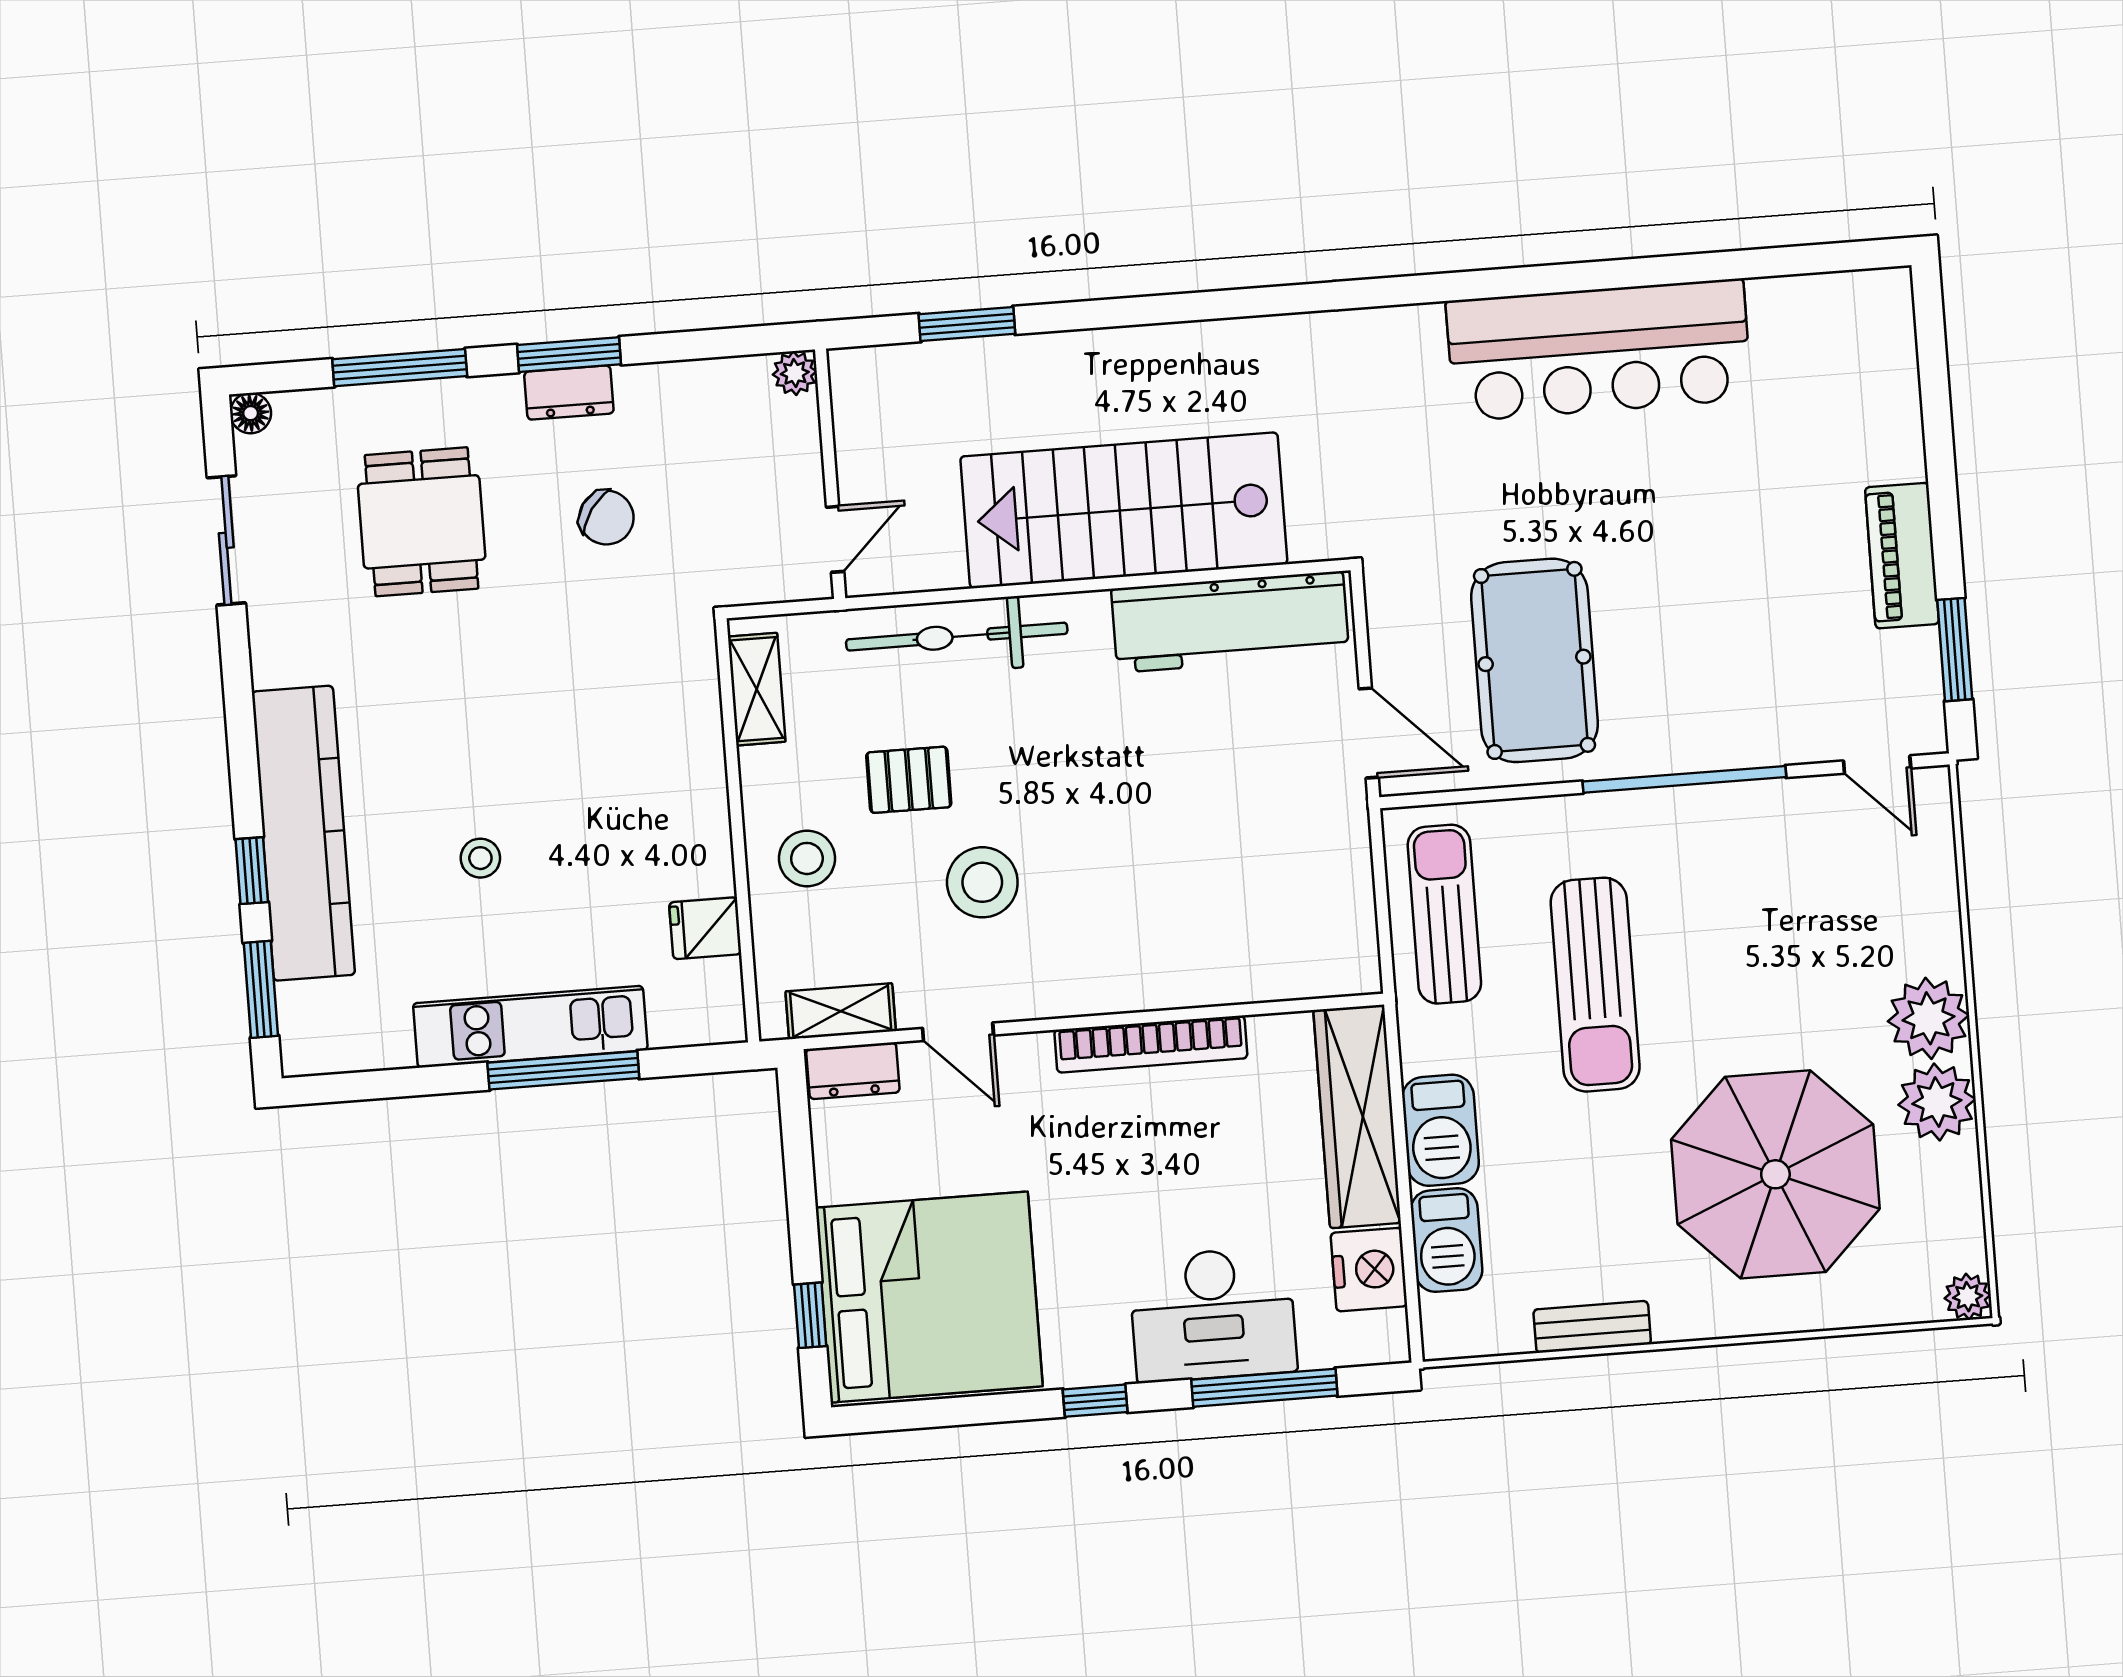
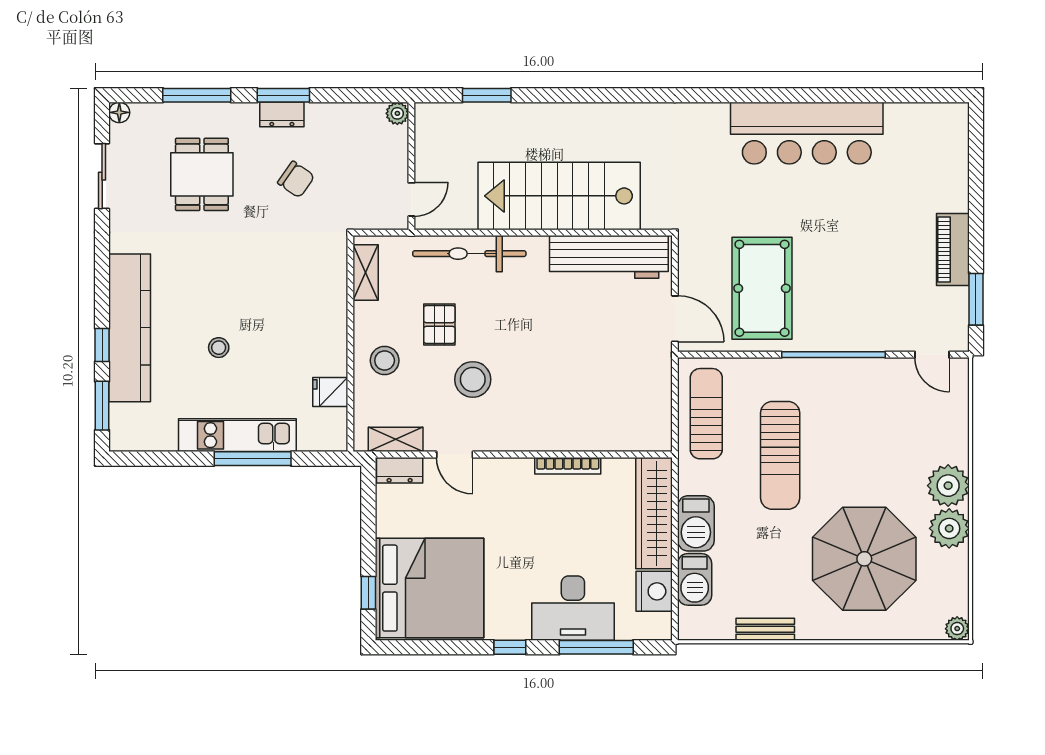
pallet: (909, 780) -> (439, 325), turned 90
bookcase: (1151, 1044) -> (568, 466), width x0.68, depth x0.76

